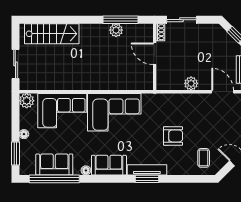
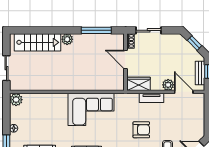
plant: (116, 30) -> (67, 39), moved
wardrobe: (170, 82) -> (138, 84), added
plant: (191, 83) -> (168, 85), moved
tv unit: (185, 99) -> (151, 98), added
corner sofa: (62, 111) -> (47, 108), removed

